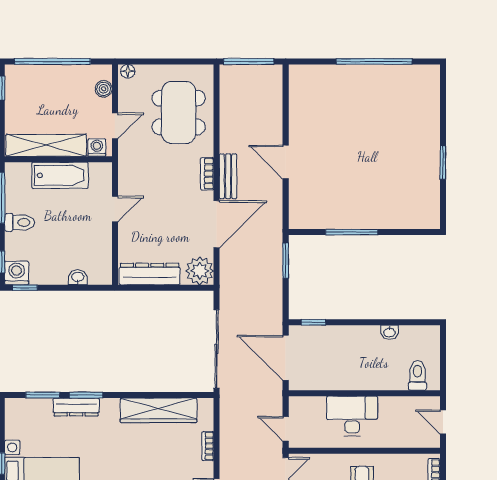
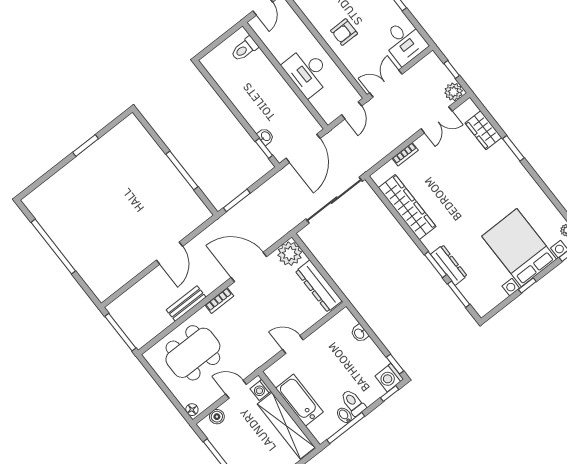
bench: (228, 176) -> (186, 304), moved
bidet: (14, 205) -> (344, 415), added
washbasin: (389, 332) -> (265, 136), moved

